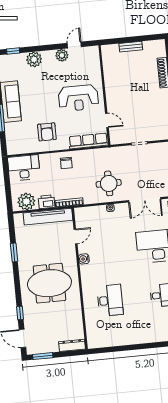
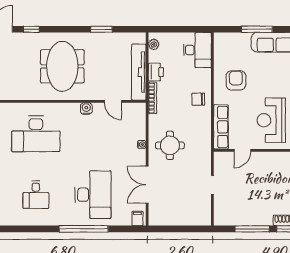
armchair: (47, 132) -> (236, 80), turned 90
plant: (26, 201) -> (154, 44), width x0.53, depth x0.53
desk: (110, 300) -> (36, 134), width x1.36, depth x1.30

